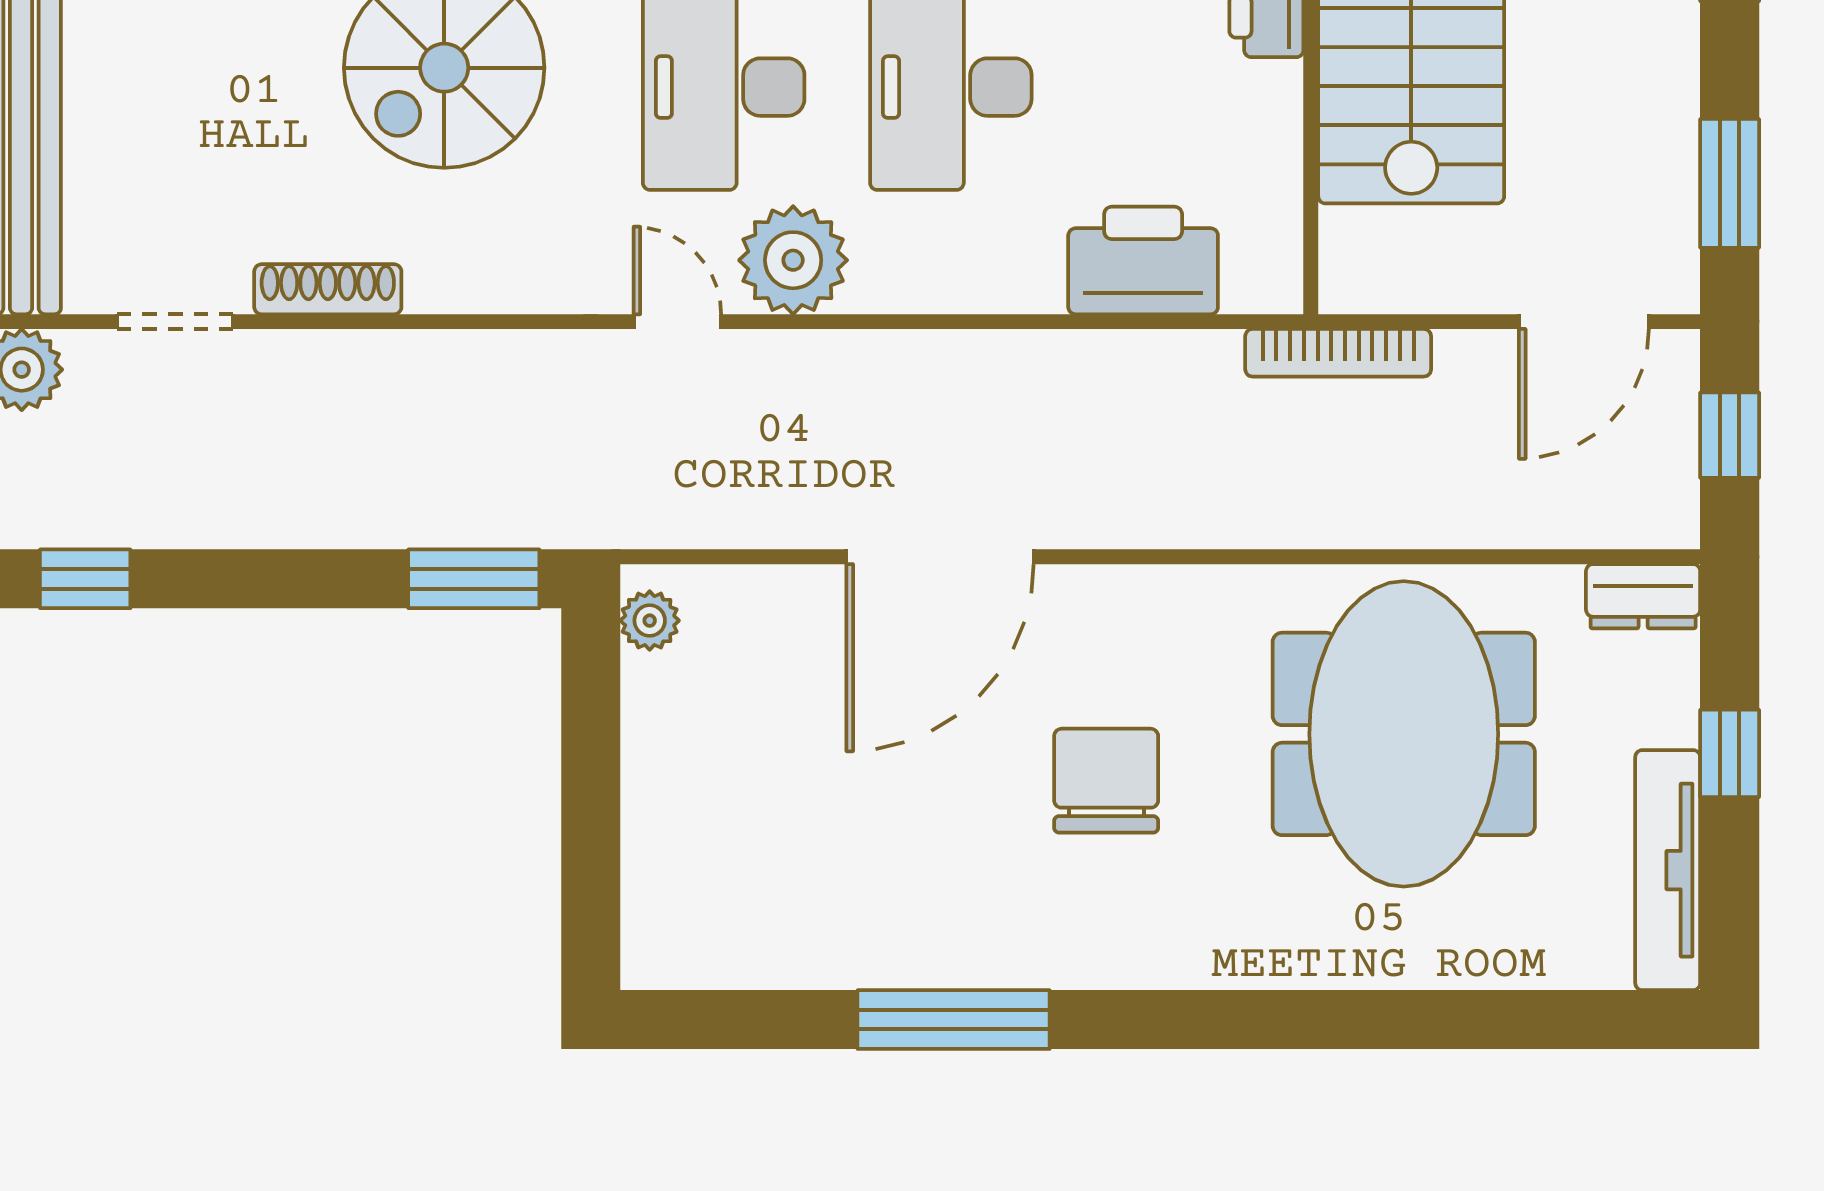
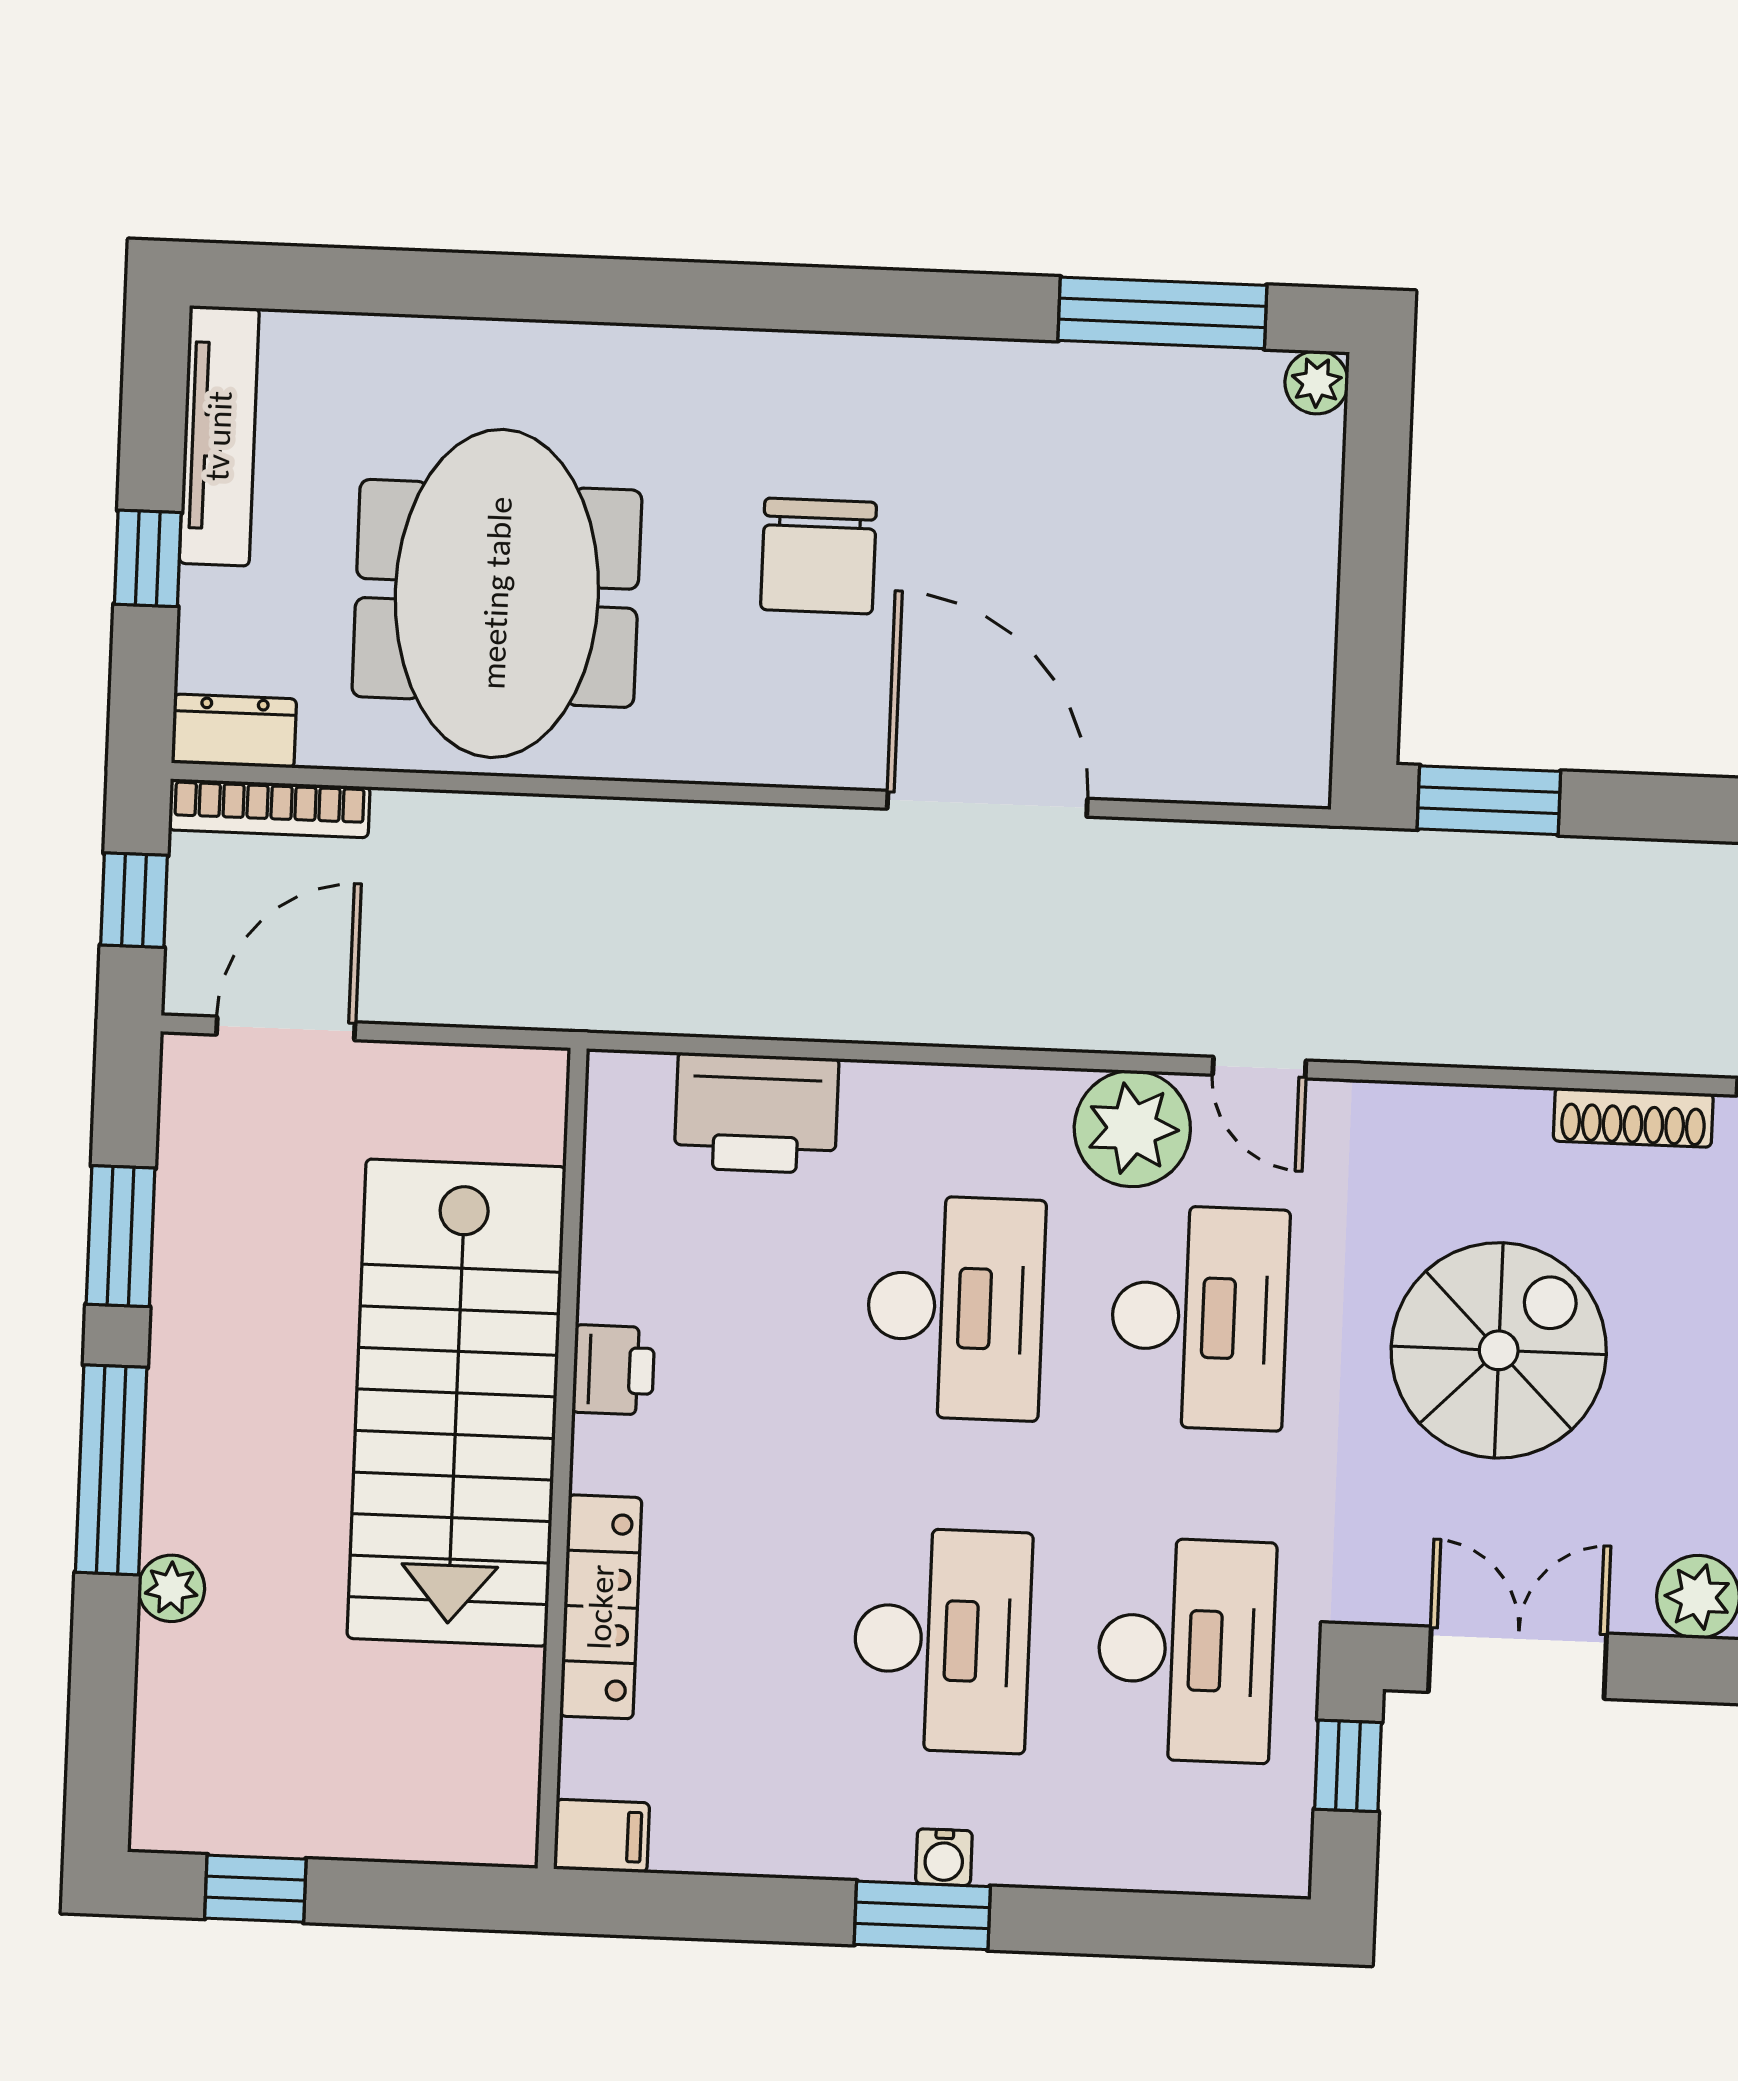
window: (1730, 183) -> (121, 1236), moved
bookcase: (1338, 353) -> (269, 808), moved, turned 180
door: (940, 557) -> (987, 804), hinge flipped
plant: (650, 621) -> (1317, 382), moved
window: (954, 1020) -> (1162, 313), moved

